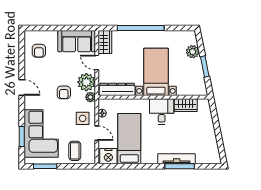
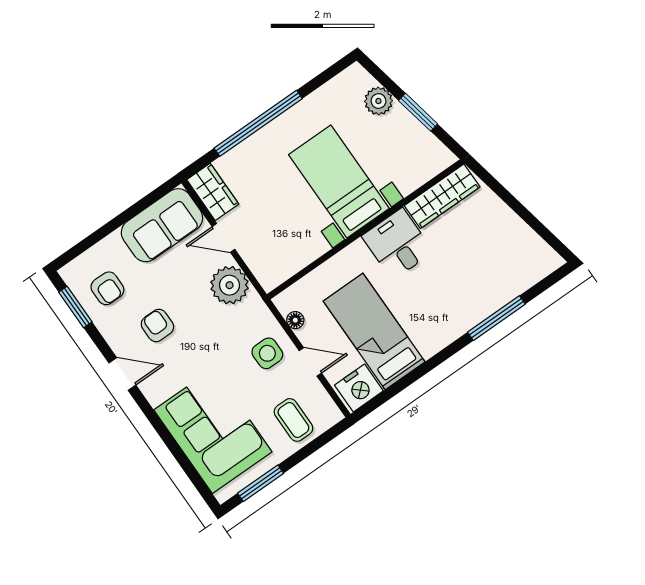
dresser: (117, 89) -> (292, 260), removed
armchair: (64, 92) -> (157, 325), moved, turned 180
plant: (90, 97) -> (255, 306), removed
wardrobe: (186, 105) -> (442, 196), width x1.50
window: (22, 136) -> (75, 307), moved
tv unit: (177, 159) -> (482, 309), removed

